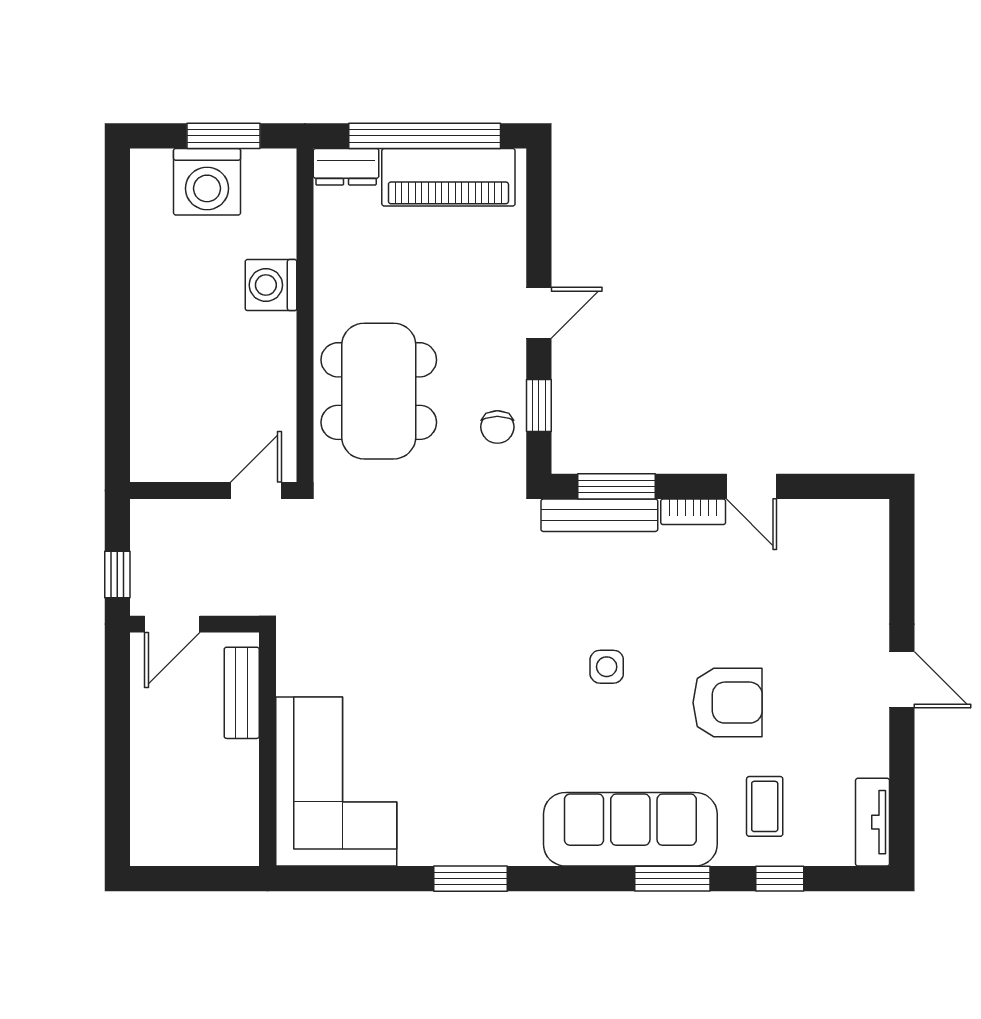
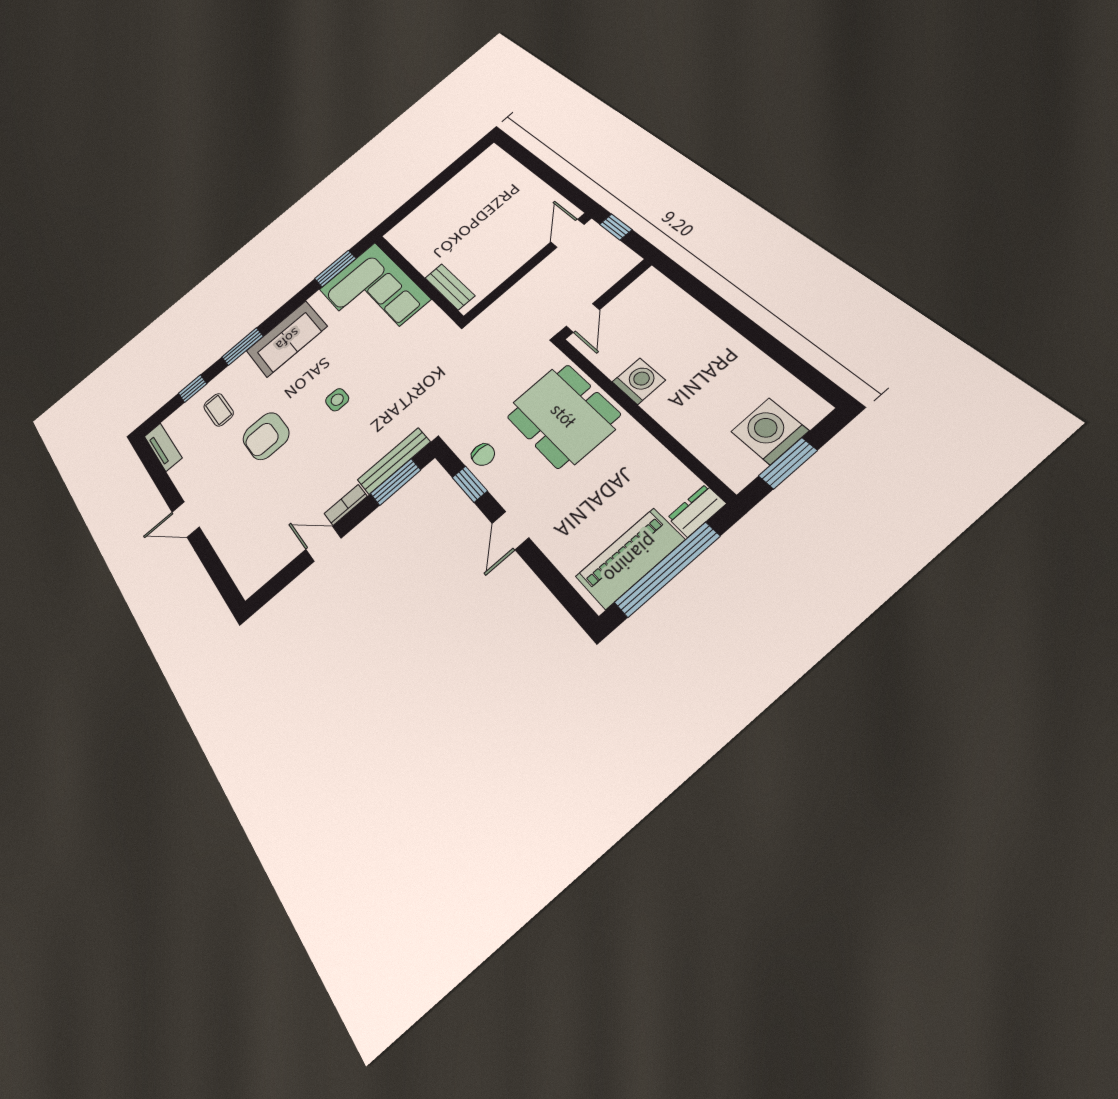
washing machine: (271, 285) -> (639, 381), moved
chair: (497, 427) -> (483, 455), turned 180
bench: (242, 693) -> (450, 287), moved
wall: (268, 749) -> (417, 278), moved
corner sofa: (336, 782) -> (374, 294), moved
sofa: (630, 829) -> (287, 339), width x0.73

